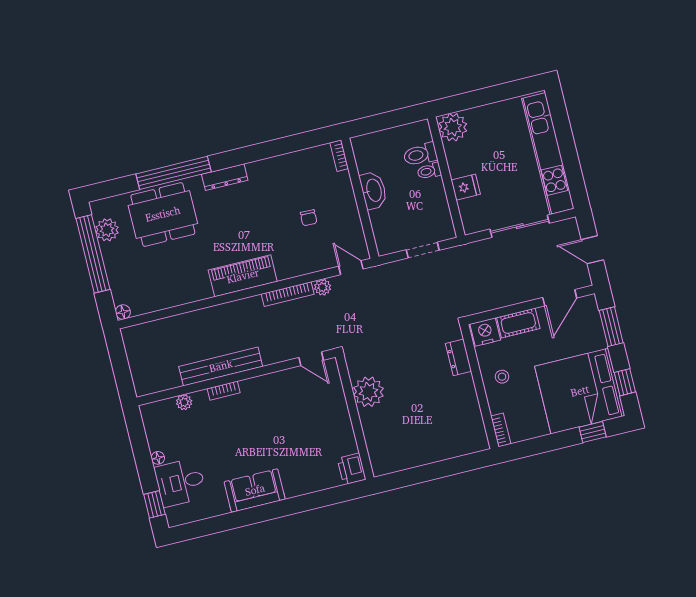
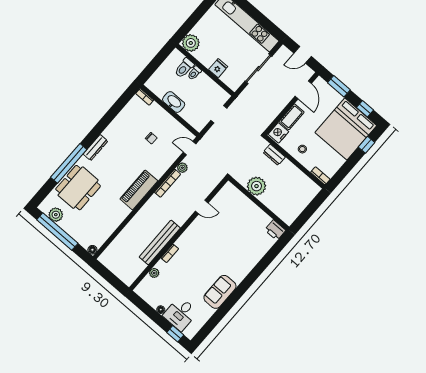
plant: (368, 392) -> (257, 186), moved
wall: (355, 417) -> (259, 203), moved
printer: (352, 469) -> (275, 230), moved

